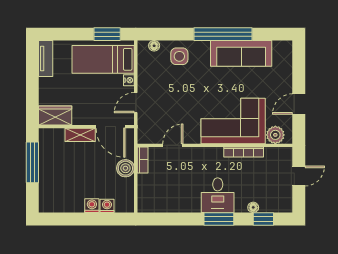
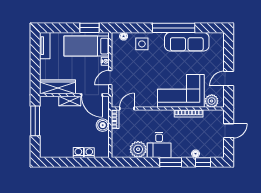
wardrobe: (55, 115) -> (58, 87), width x1.50
door: (173, 145) -> (127, 109), moved
desk: (218, 195) -> (159, 145), moved
plant: (174, 201) -> (138, 149), added

